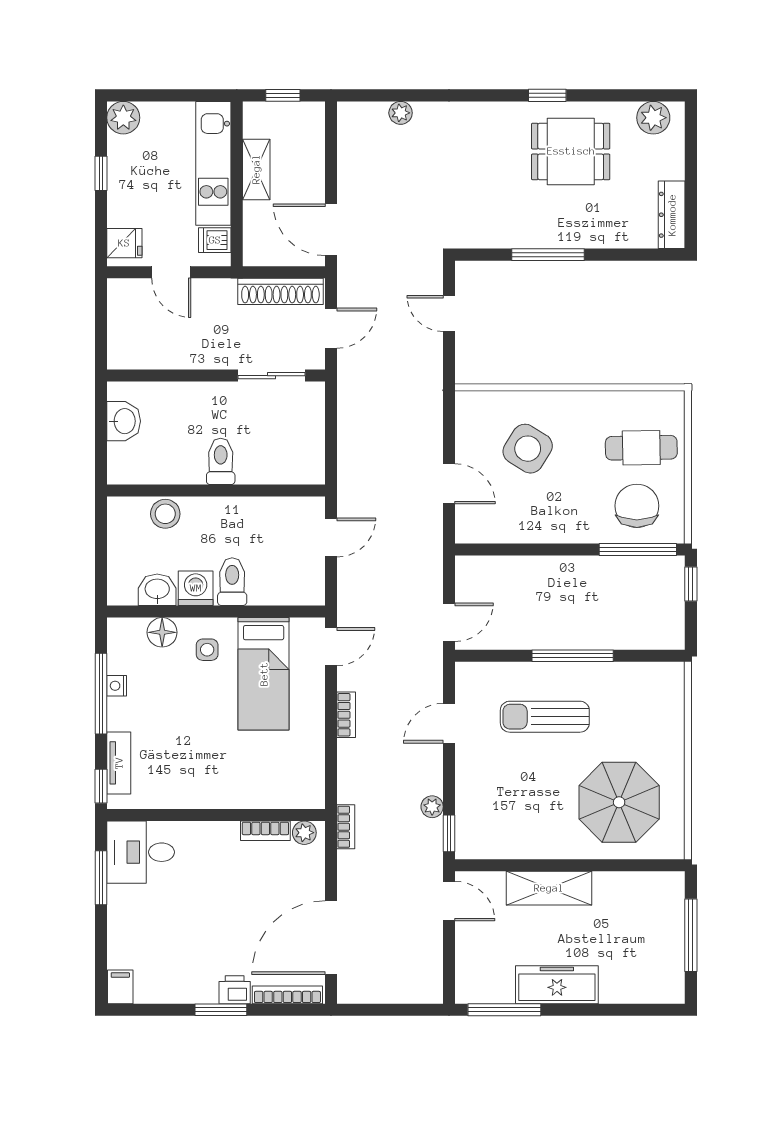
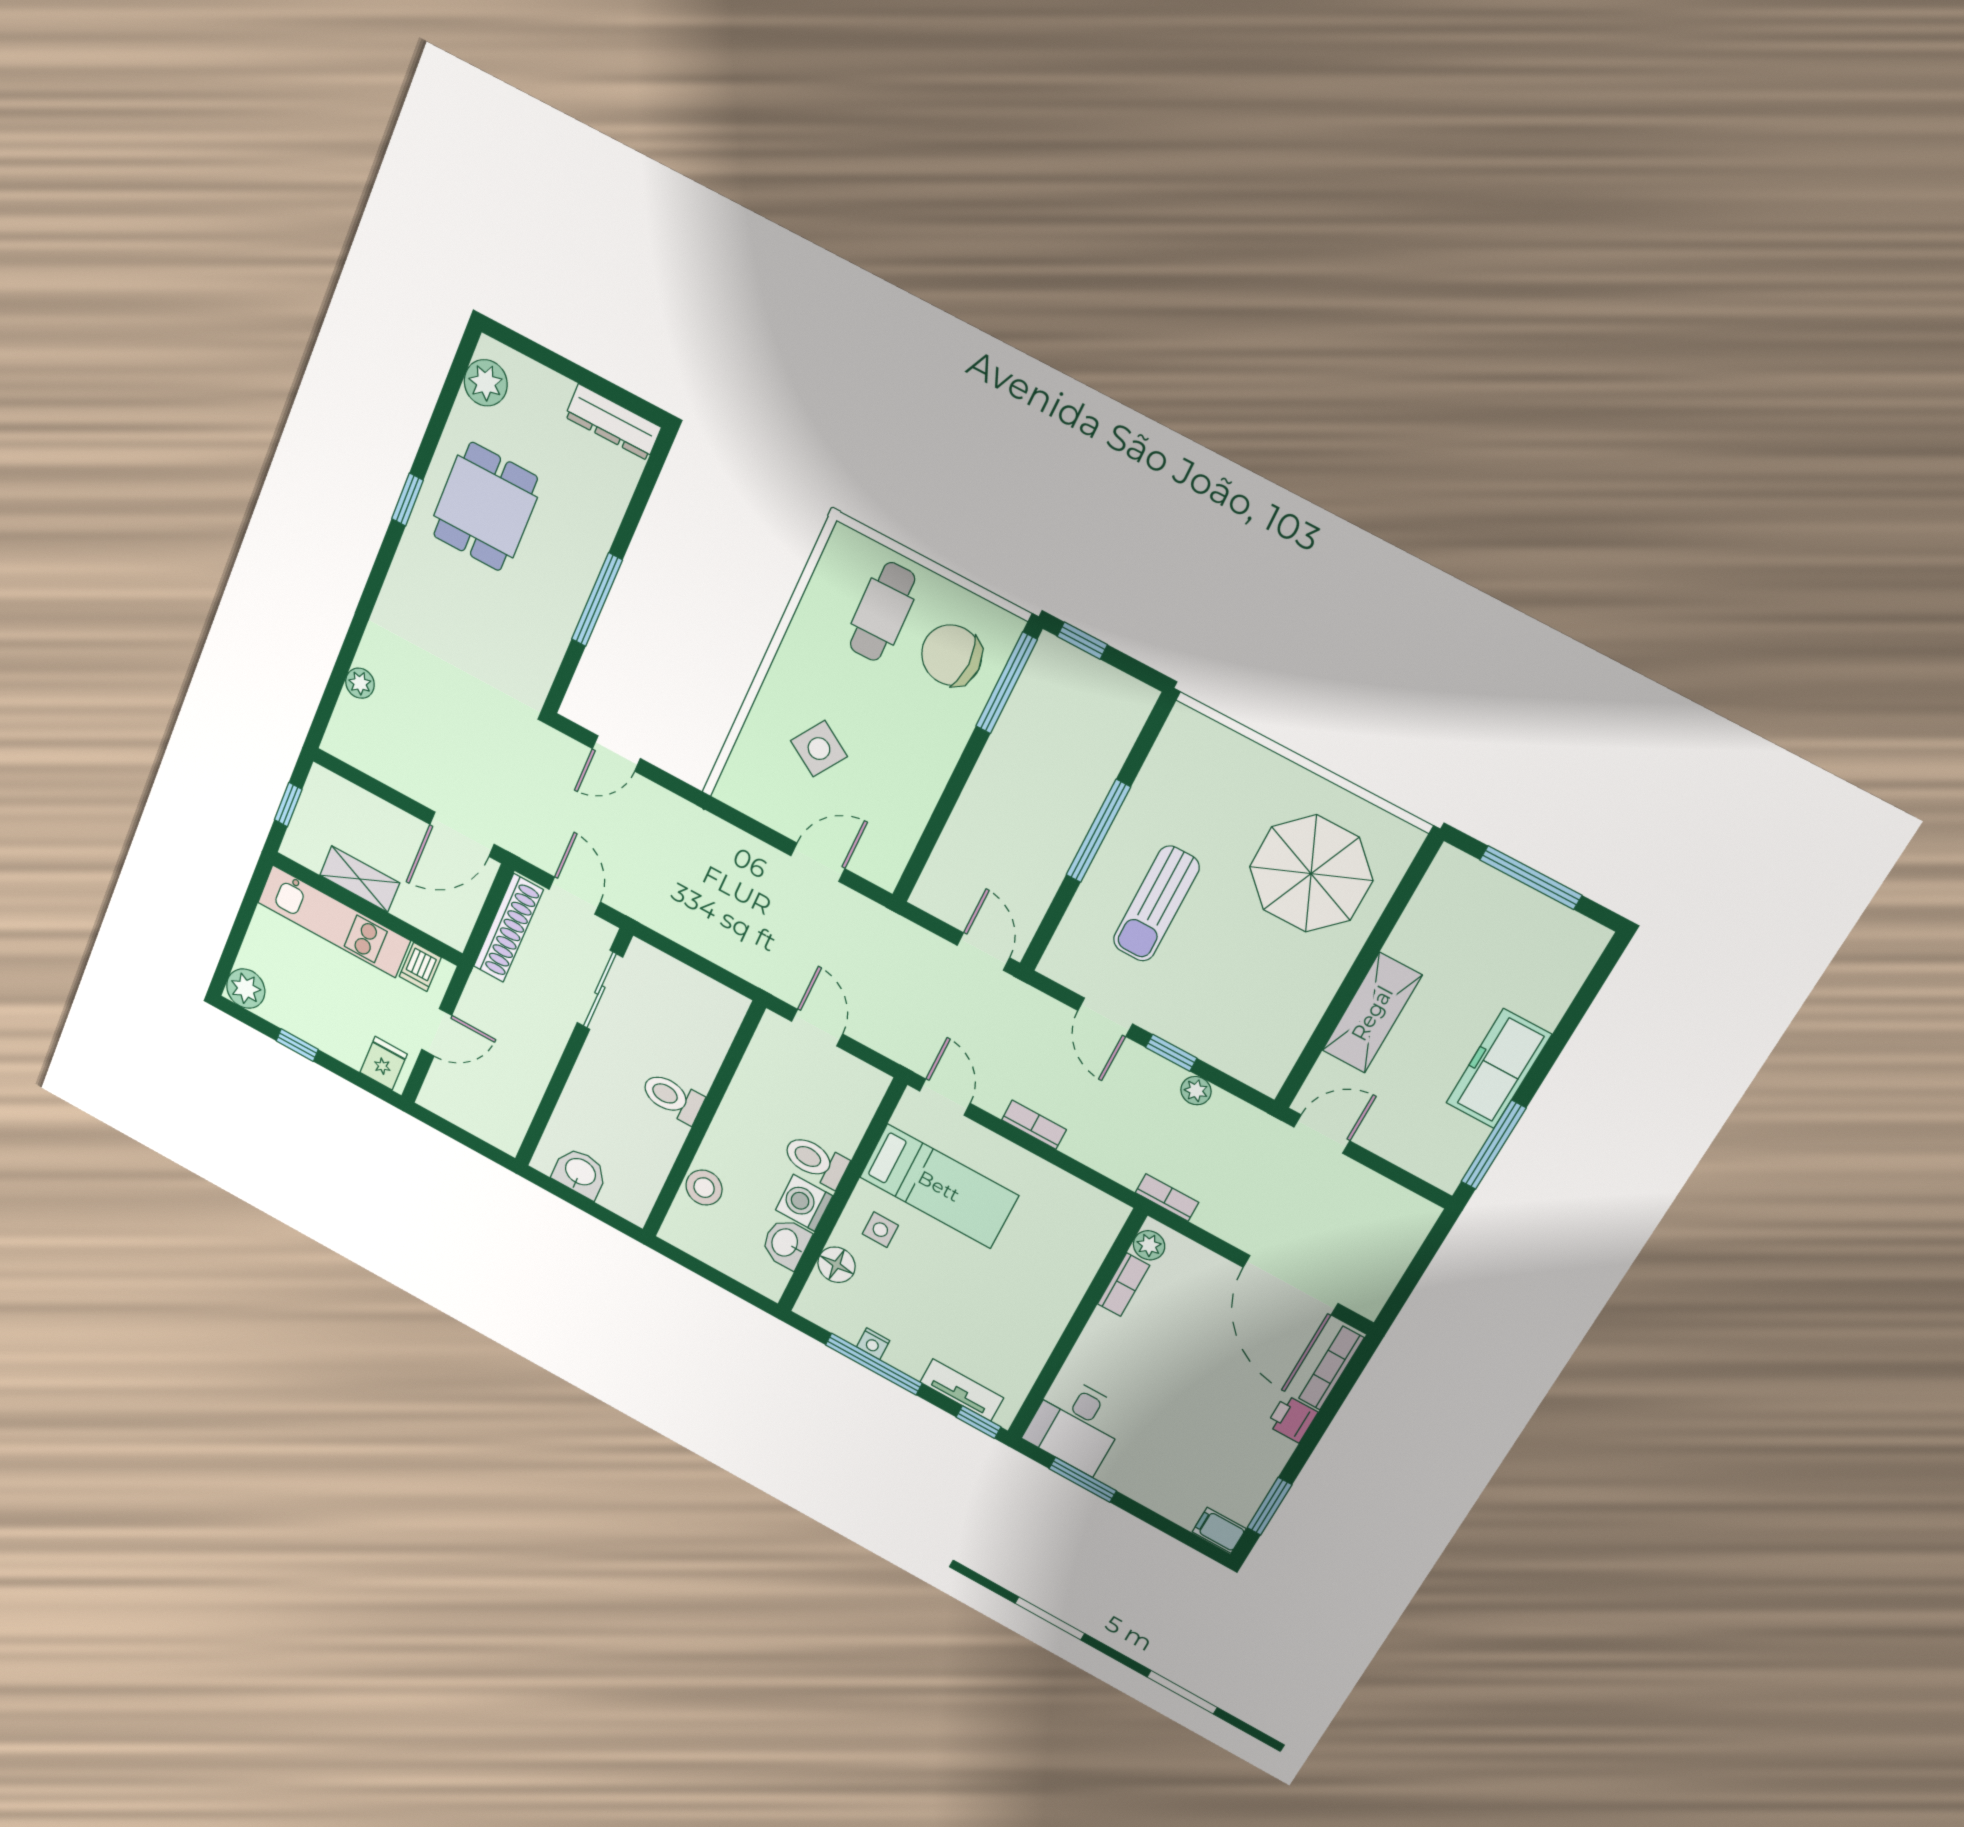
side table: (528, 449) -> (819, 749), width x0.73, depth x0.73
window: (449, 833) -> (1171, 1053), moved
window: (221, 1010) -> (1269, 1506), moved

